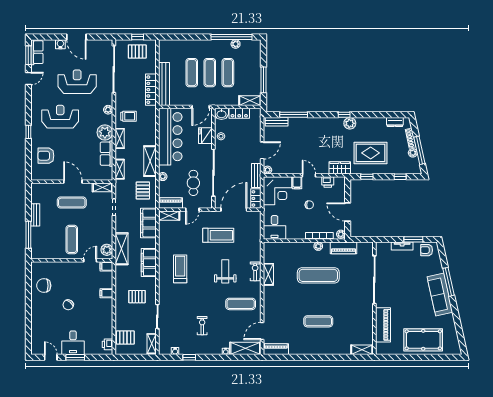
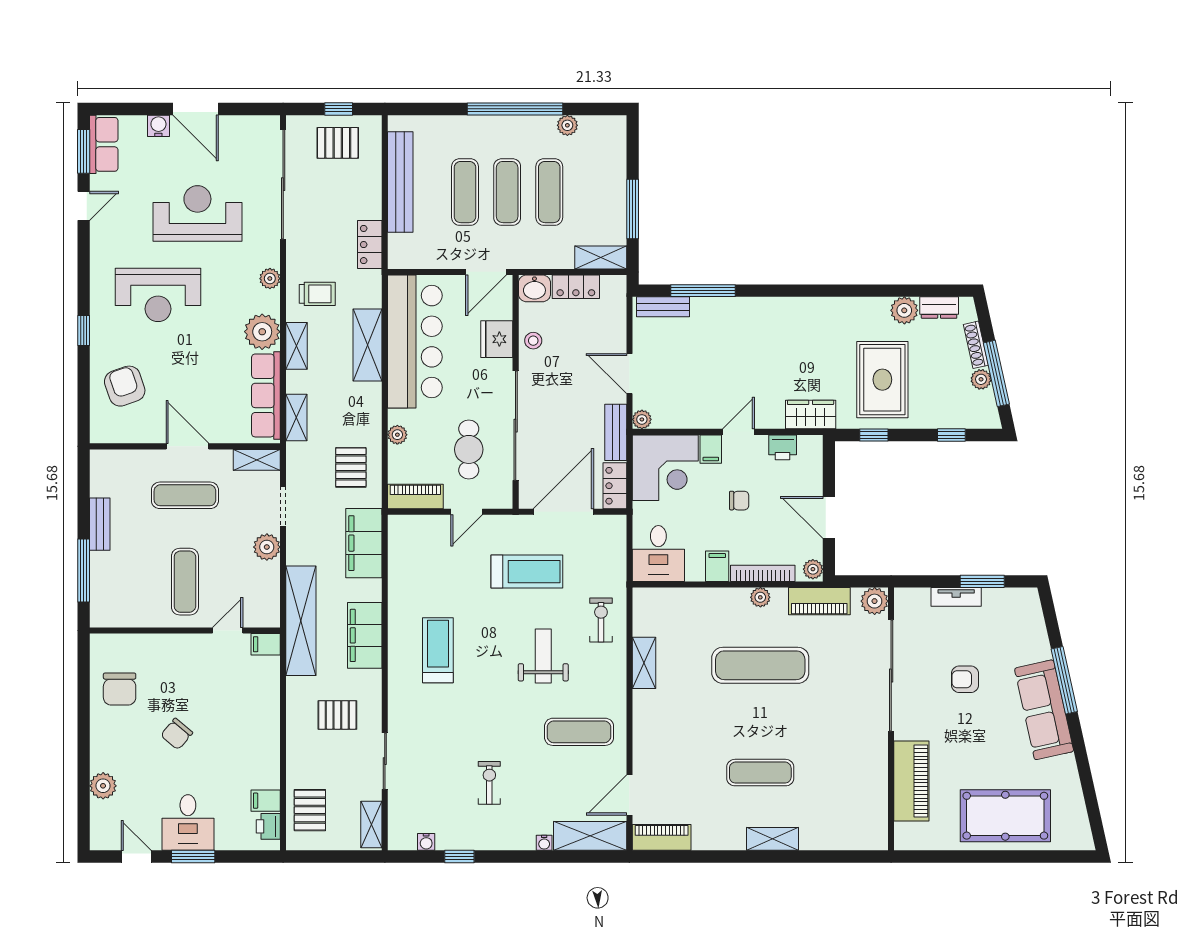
window: (232, 37) -> (515, 109), moved
bench: (164, 84) -> (400, 182), moved
locker: (151, 90) -> (370, 245), width x0.66
window: (344, 115) -> (821, 291), removed
reception desk: (60, 117) -> (158, 295), turned 180
plant: (350, 123) -> (904, 310), moved
door: (262, 150) -> (629, 374), swing flipped
rug: (371, 153) -> (882, 380), turned 90
row of seats: (106, 154) -> (266, 395), width x1.48
armchair: (46, 156) -> (125, 386), turned 71
shelving: (150, 161) -> (367, 345), moved
door: (309, 175) -> (739, 432), hinge flipped
shelving: (169, 216) -> (412, 526), removed
filing cabinet: (300, 233) -> (717, 566), added
plant: (367, 248) -> (875, 601), added
shelving: (121, 249) -> (301, 621), width x1.47
plant: (107, 250) -> (267, 547), moved
armchair: (427, 250) -> (965, 679), moved
exercise bike: (255, 271) -> (601, 620), moved
chair: (44, 286) -> (120, 689), turned -90
filing cabinet: (106, 293) -> (266, 801), moved
plant: (37, 327) -> (103, 786), added
pallet: (125, 337) -> (310, 810), turned 90
shelving: (362, 350) -> (772, 839), moved

